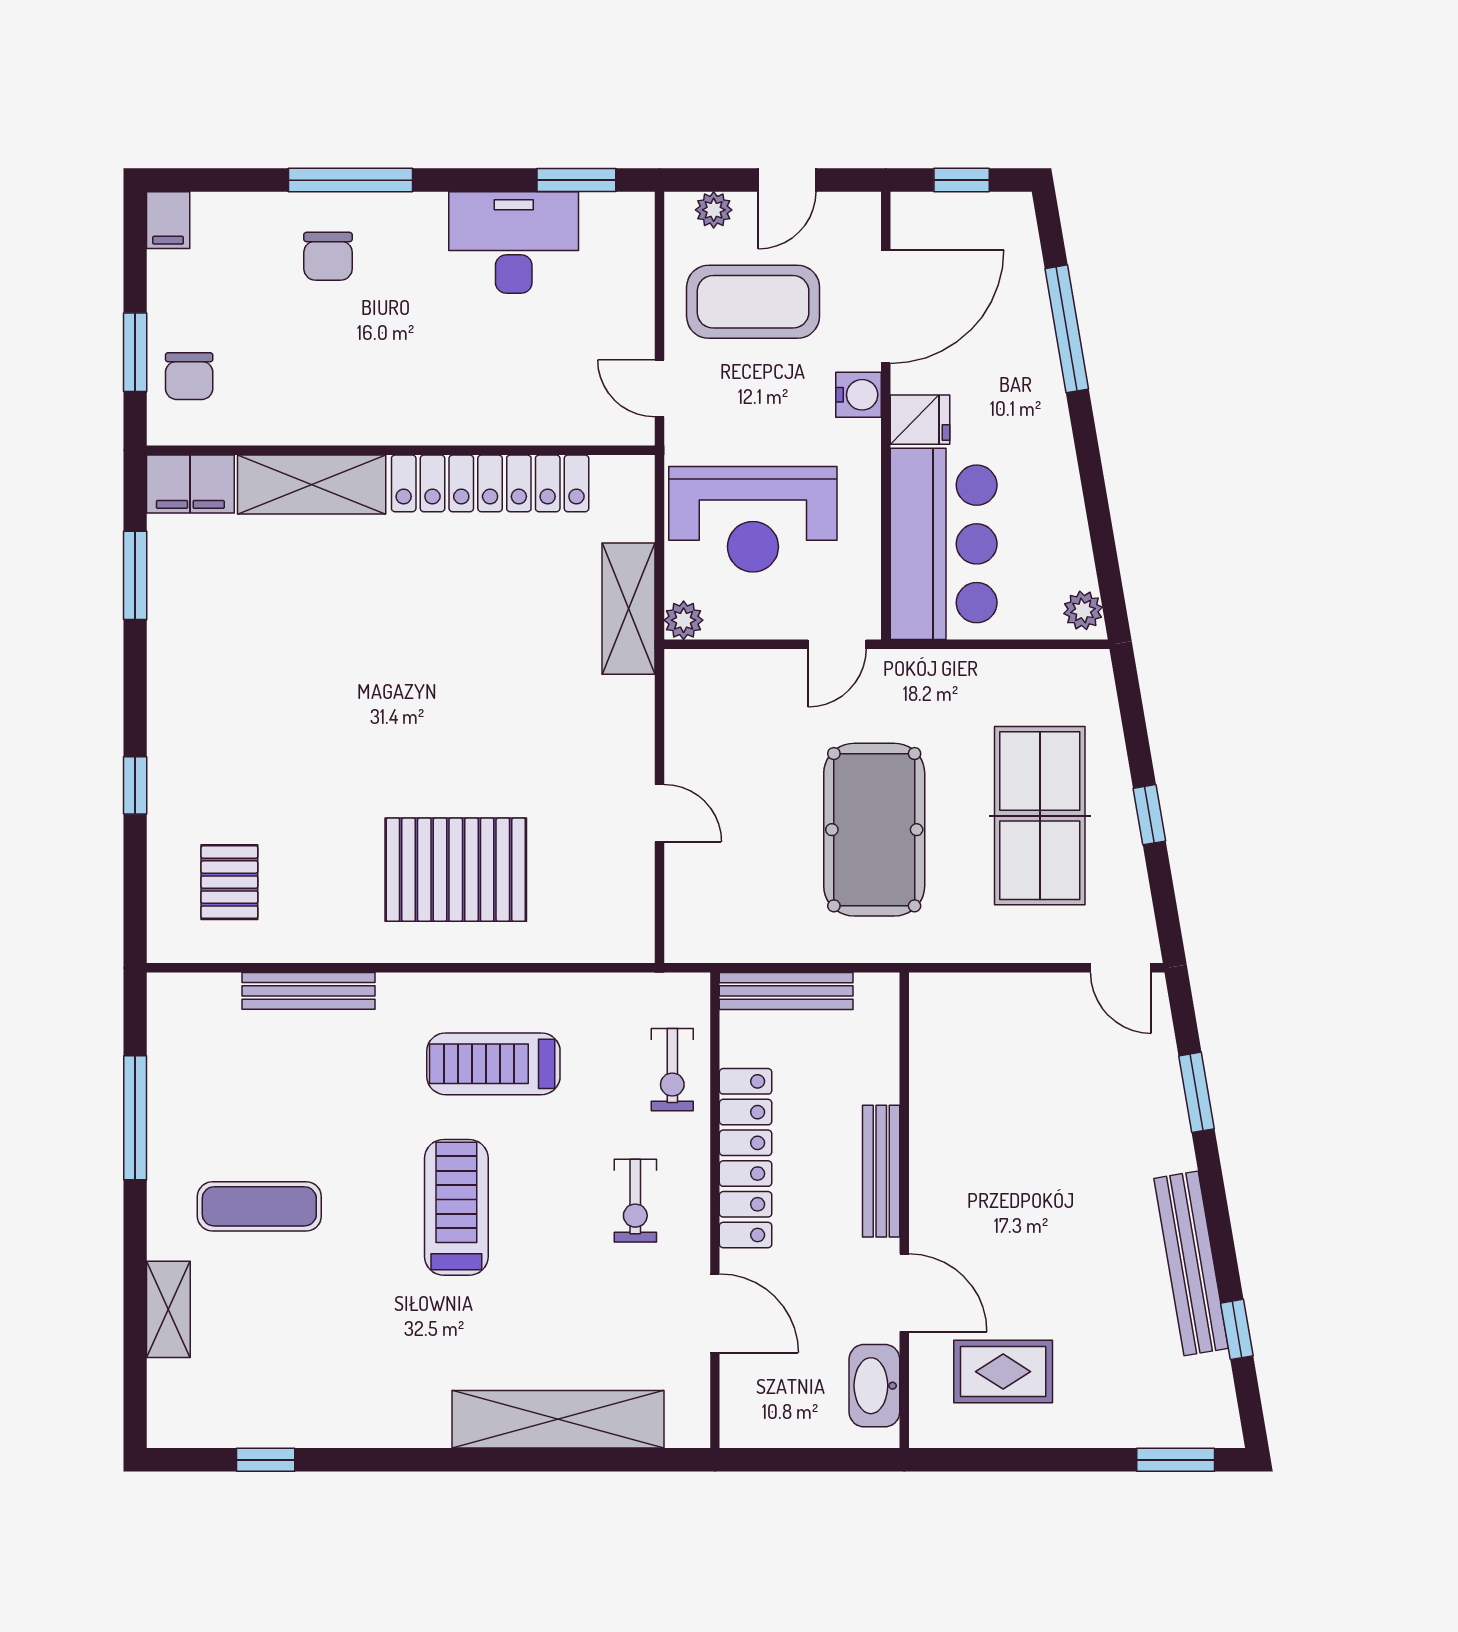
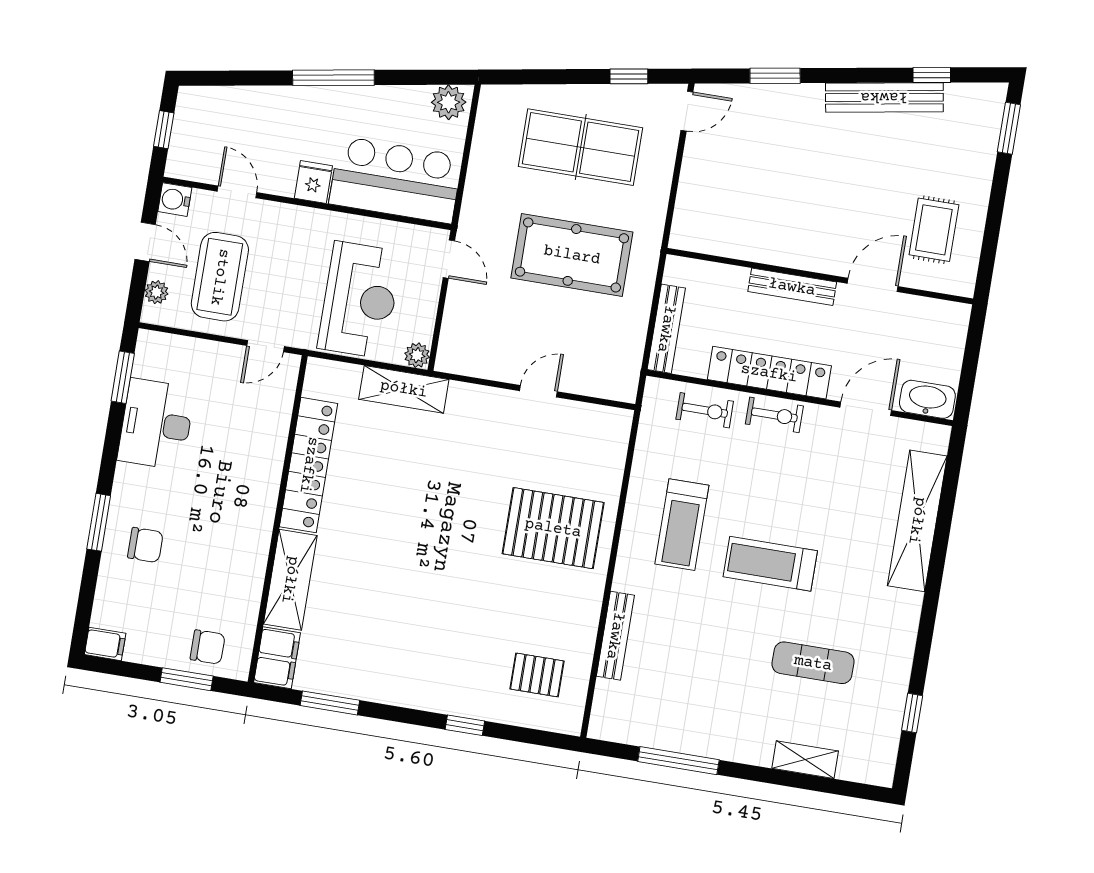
window: (351, 180) -> (99, 522), width x0.69
door: (886, 307) -> (237, 192), width x0.53
window: (1067, 329) -> (333, 78), moved
water cooler: (858, 395) -> (175, 200), moved, turned -90
plant: (1083, 610) -> (449, 102), width x1.38, depth x1.38
window: (1149, 815) -> (629, 76), moved
pallet: (456, 870) -> (553, 528), turned 90
exercise bike: (635, 1201) -> (774, 415), moved
exercise mat: (259, 1206) -> (813, 663), moved, turned 90
washbasin: (874, 1386) -> (927, 399), moved, turned 180

